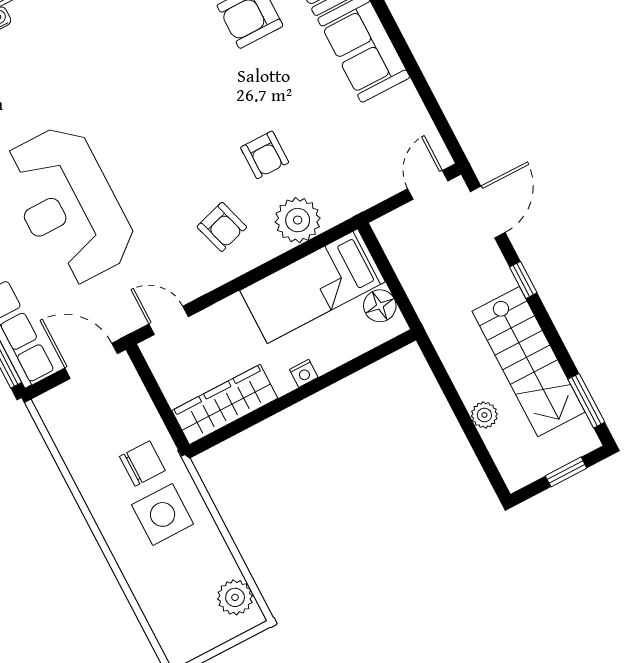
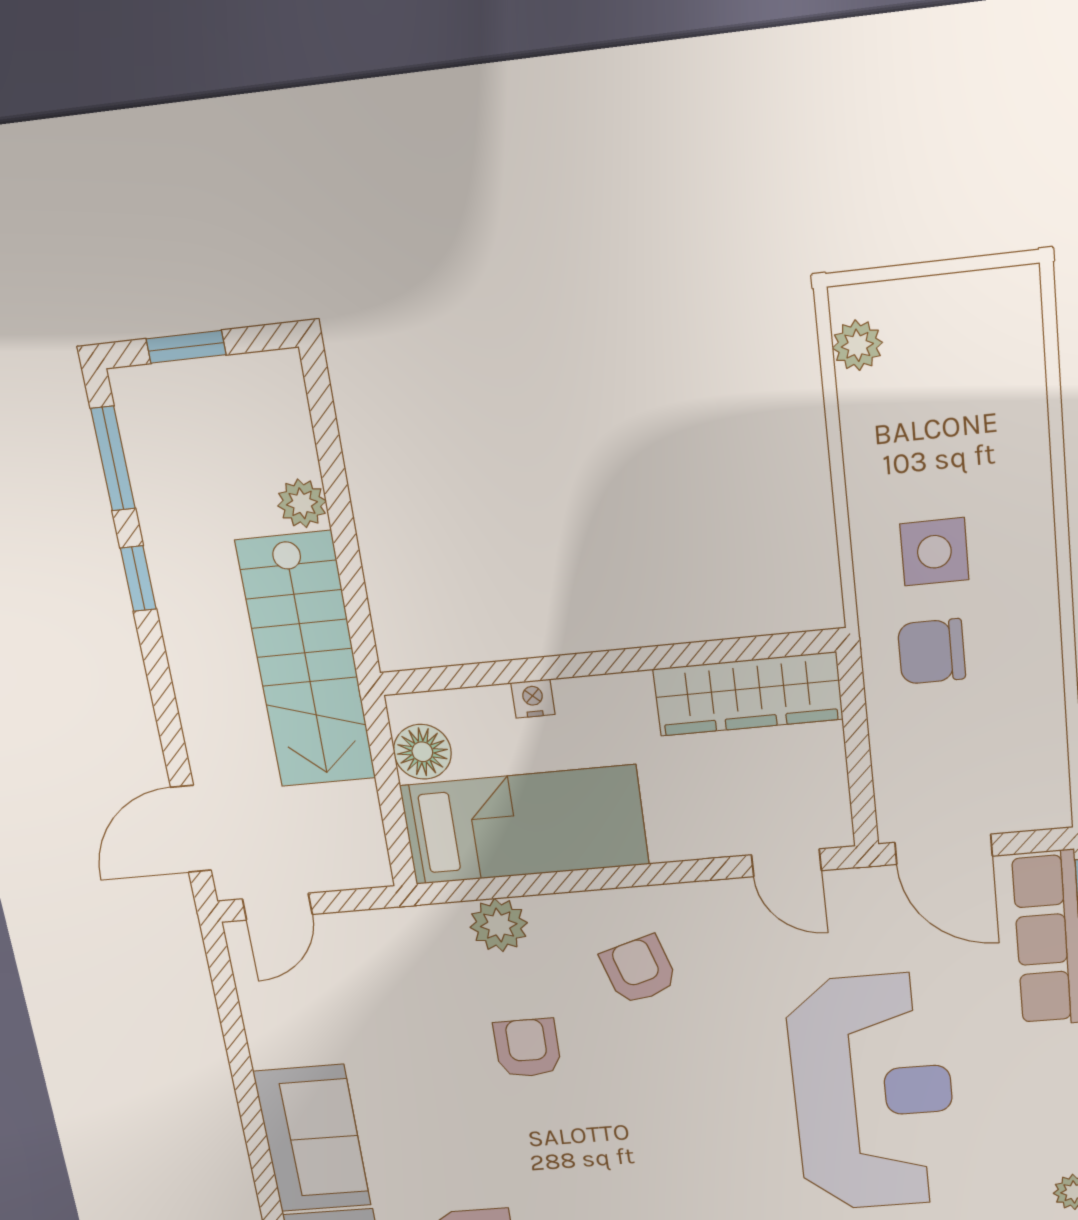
plant: (298, 220) -> (499, 925), width x0.73, depth x0.73
window: (523, 280) -> (138, 579), moved
stairs: (529, 362) -> (306, 661), moved, turned 180
nightstand: (304, 373) -> (533, 699), moved
side table: (163, 514) -> (934, 552), width x0.73, depth x0.73
plant: (235, 597) -> (857, 345), width x0.73, depth x0.73

